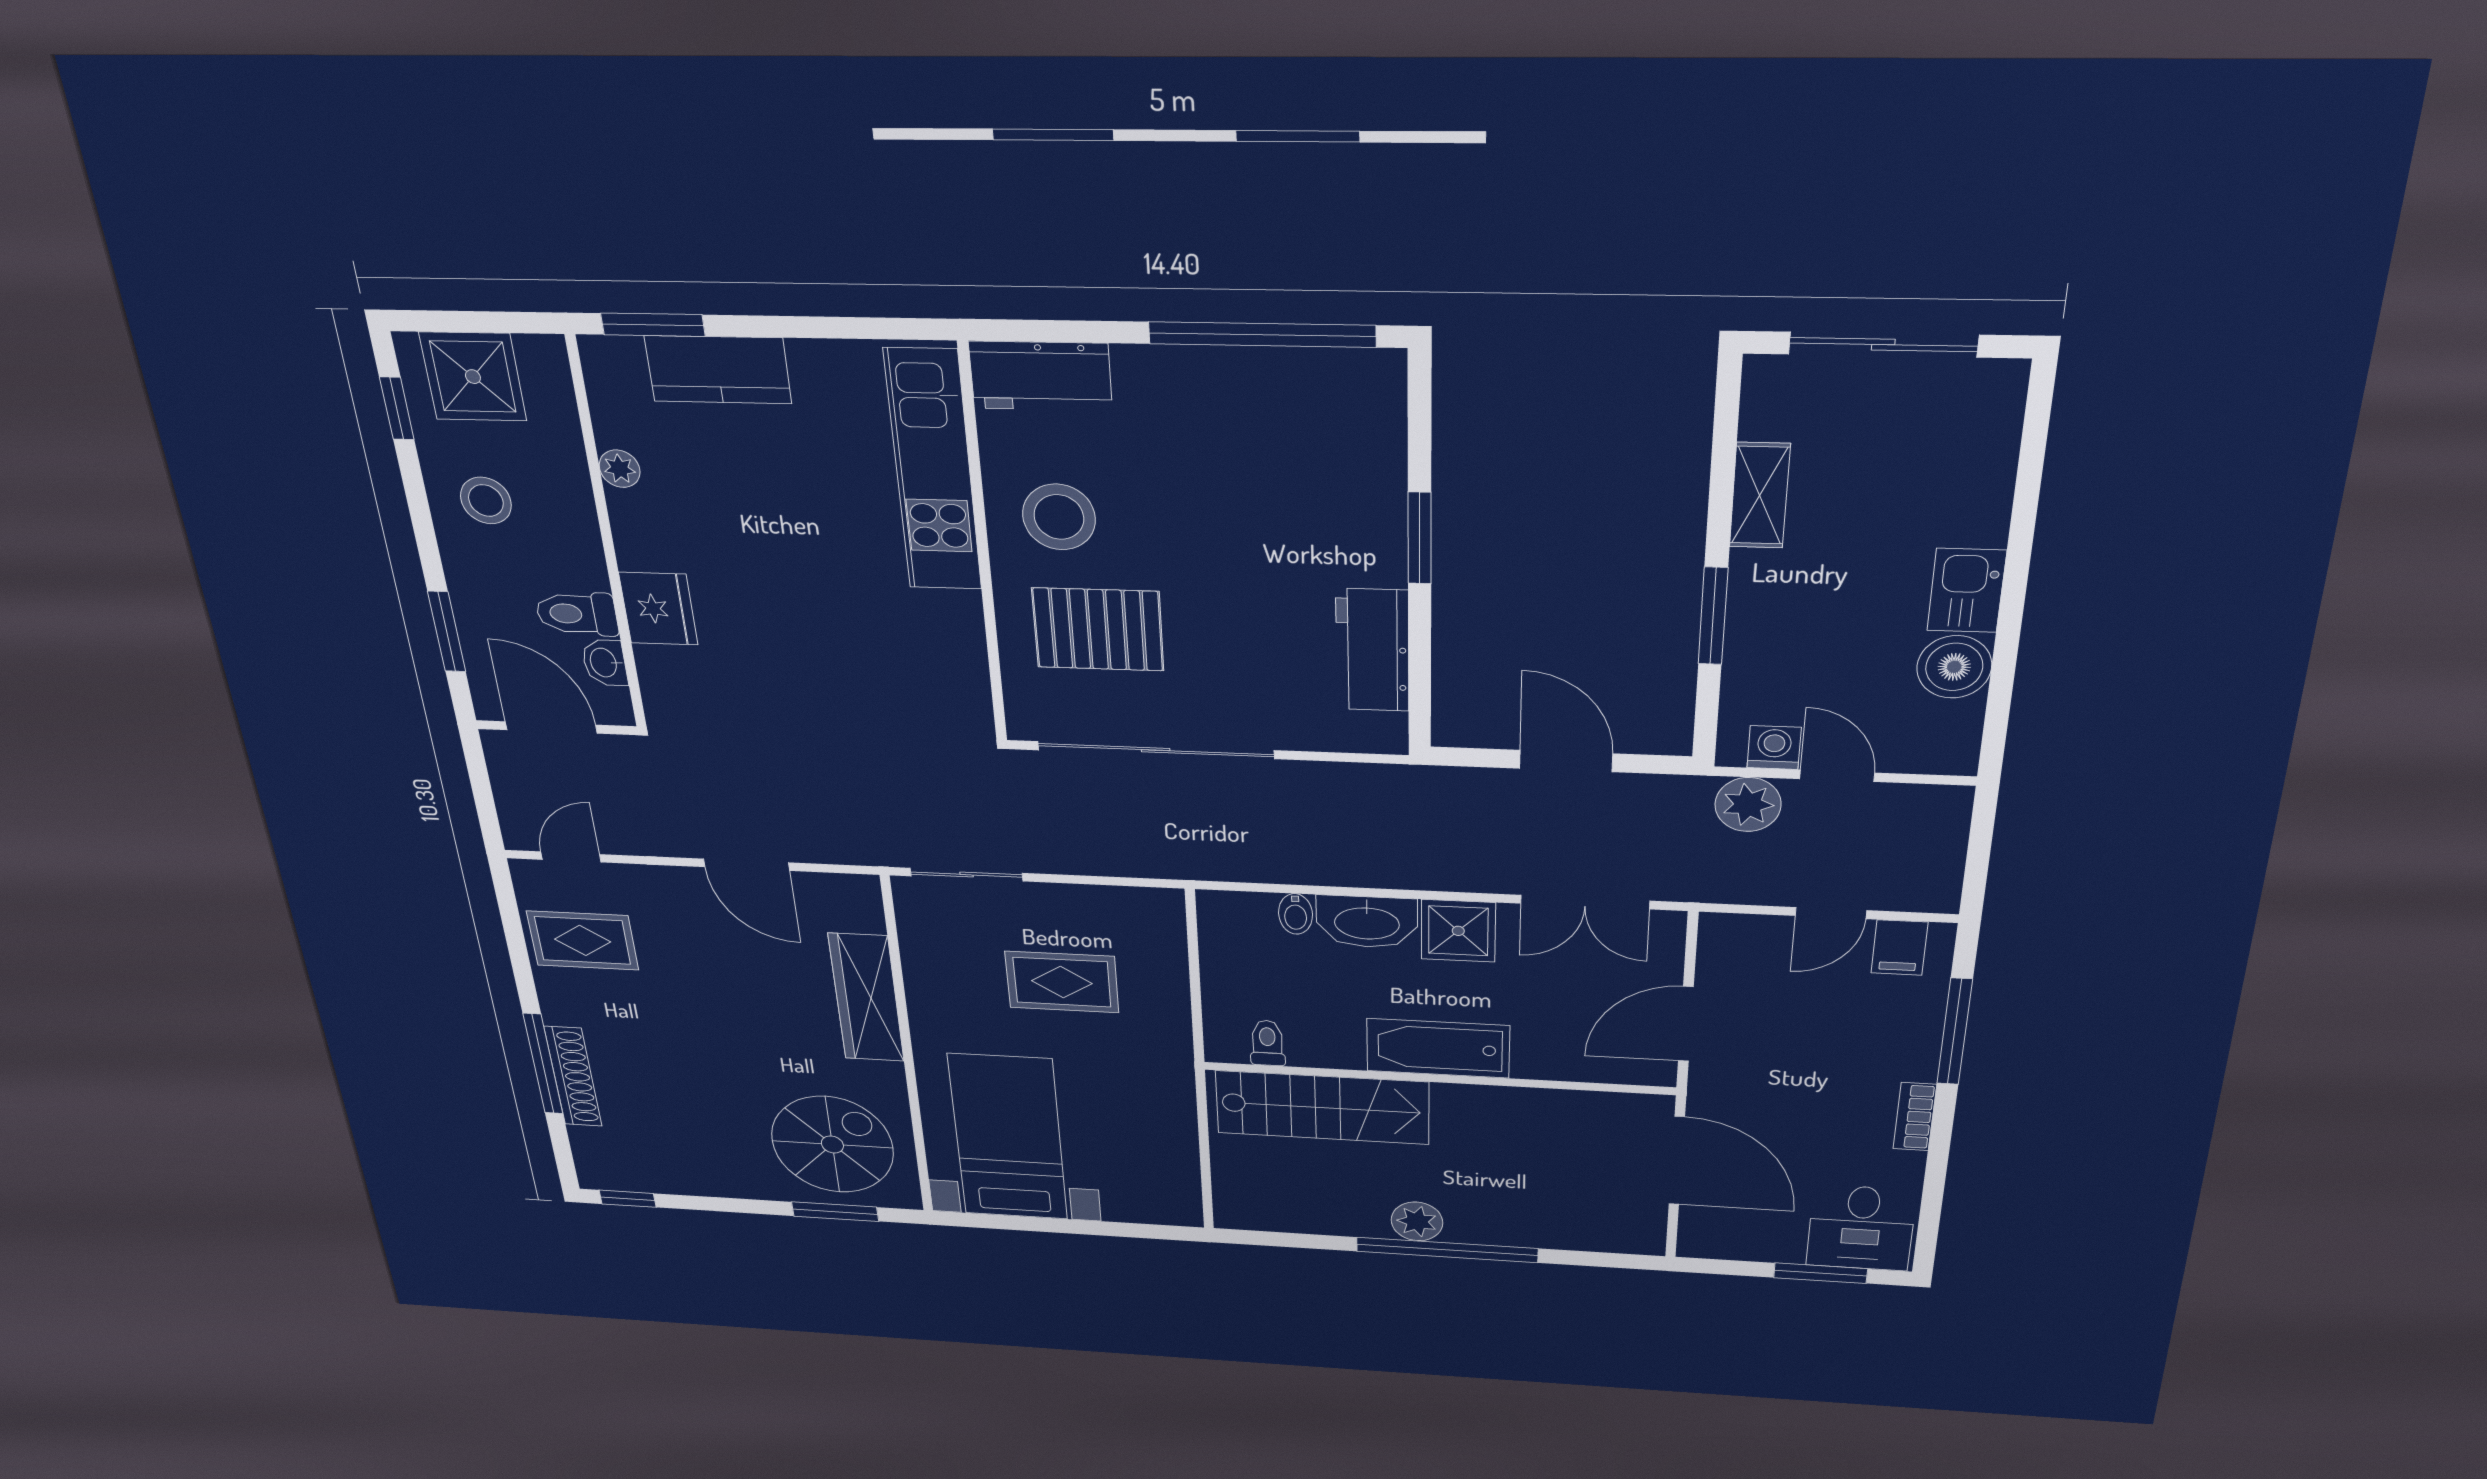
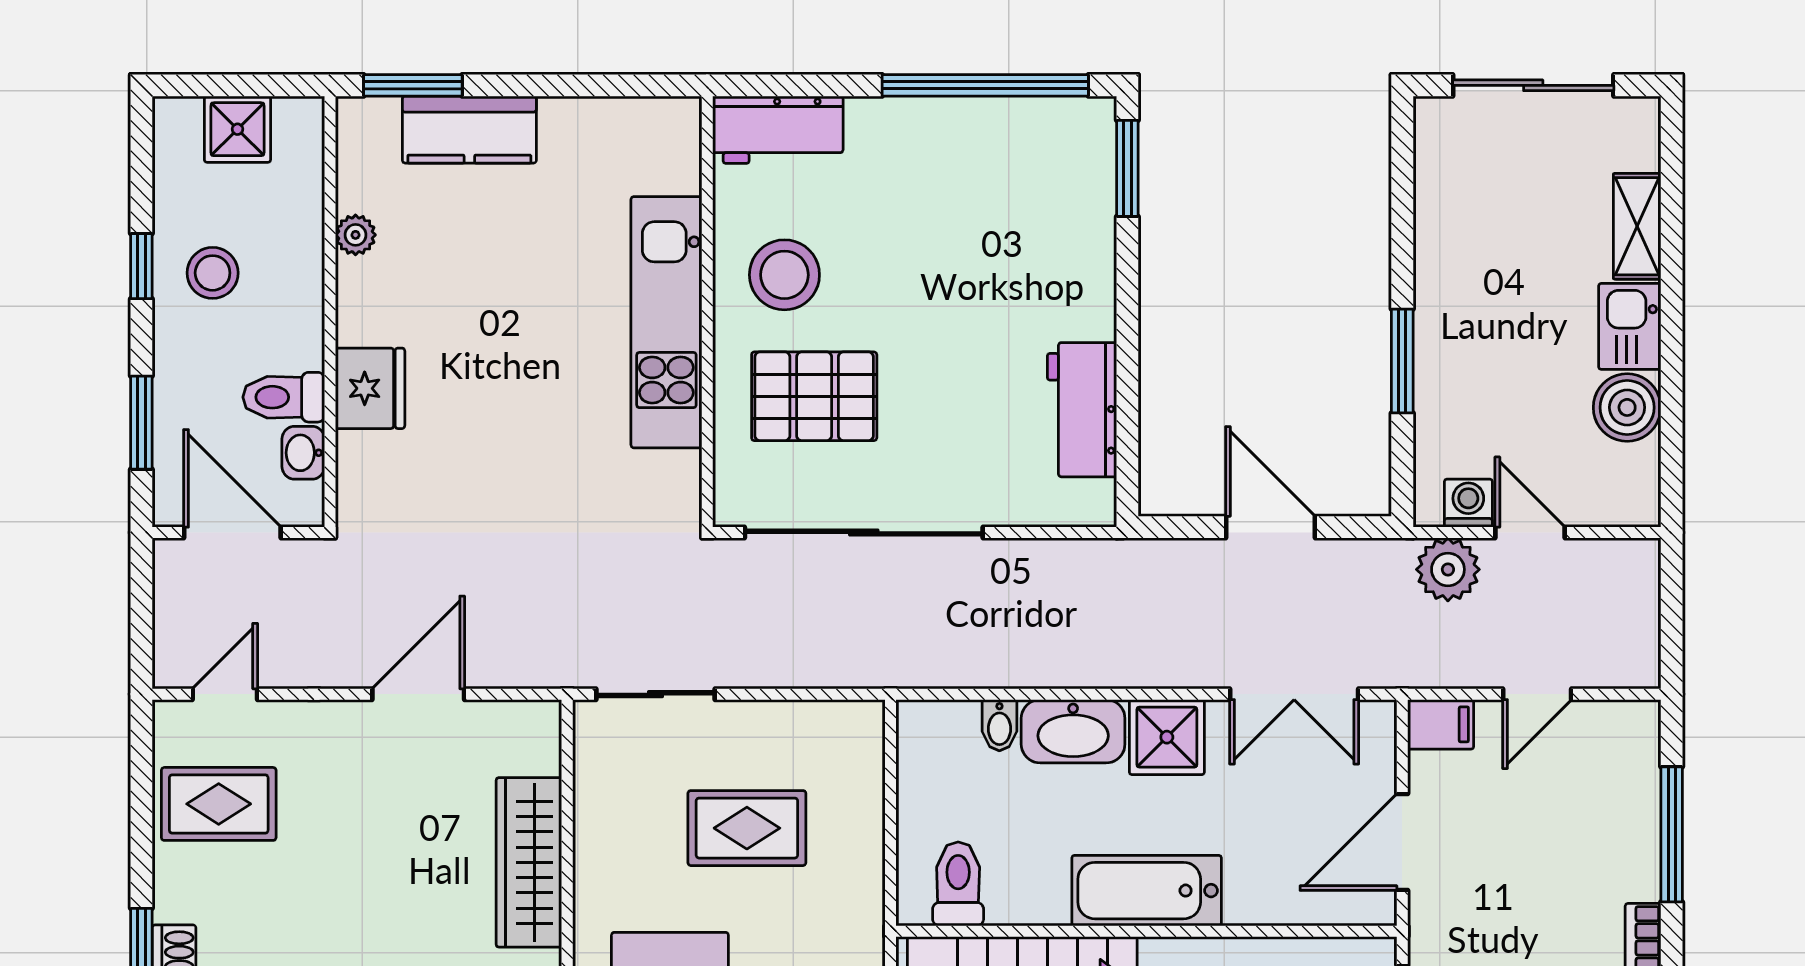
shower: (473, 377) -> (237, 129), width x0.73, depth x0.73
window: (397, 408) -> (141, 266), moved
kitchen unit: (933, 471) -> (666, 322), moved
shelving: (1760, 495) -> (1637, 226), moved
window: (1420, 538) -> (1127, 168), moved
door: (746, 865) -> (418, 694), swing flipped
filing cabinet: (1899, 948) -> (1441, 724), moved, turned -90
toilet: (1267, 1043) -> (958, 884), width x1.37, depth x1.39

